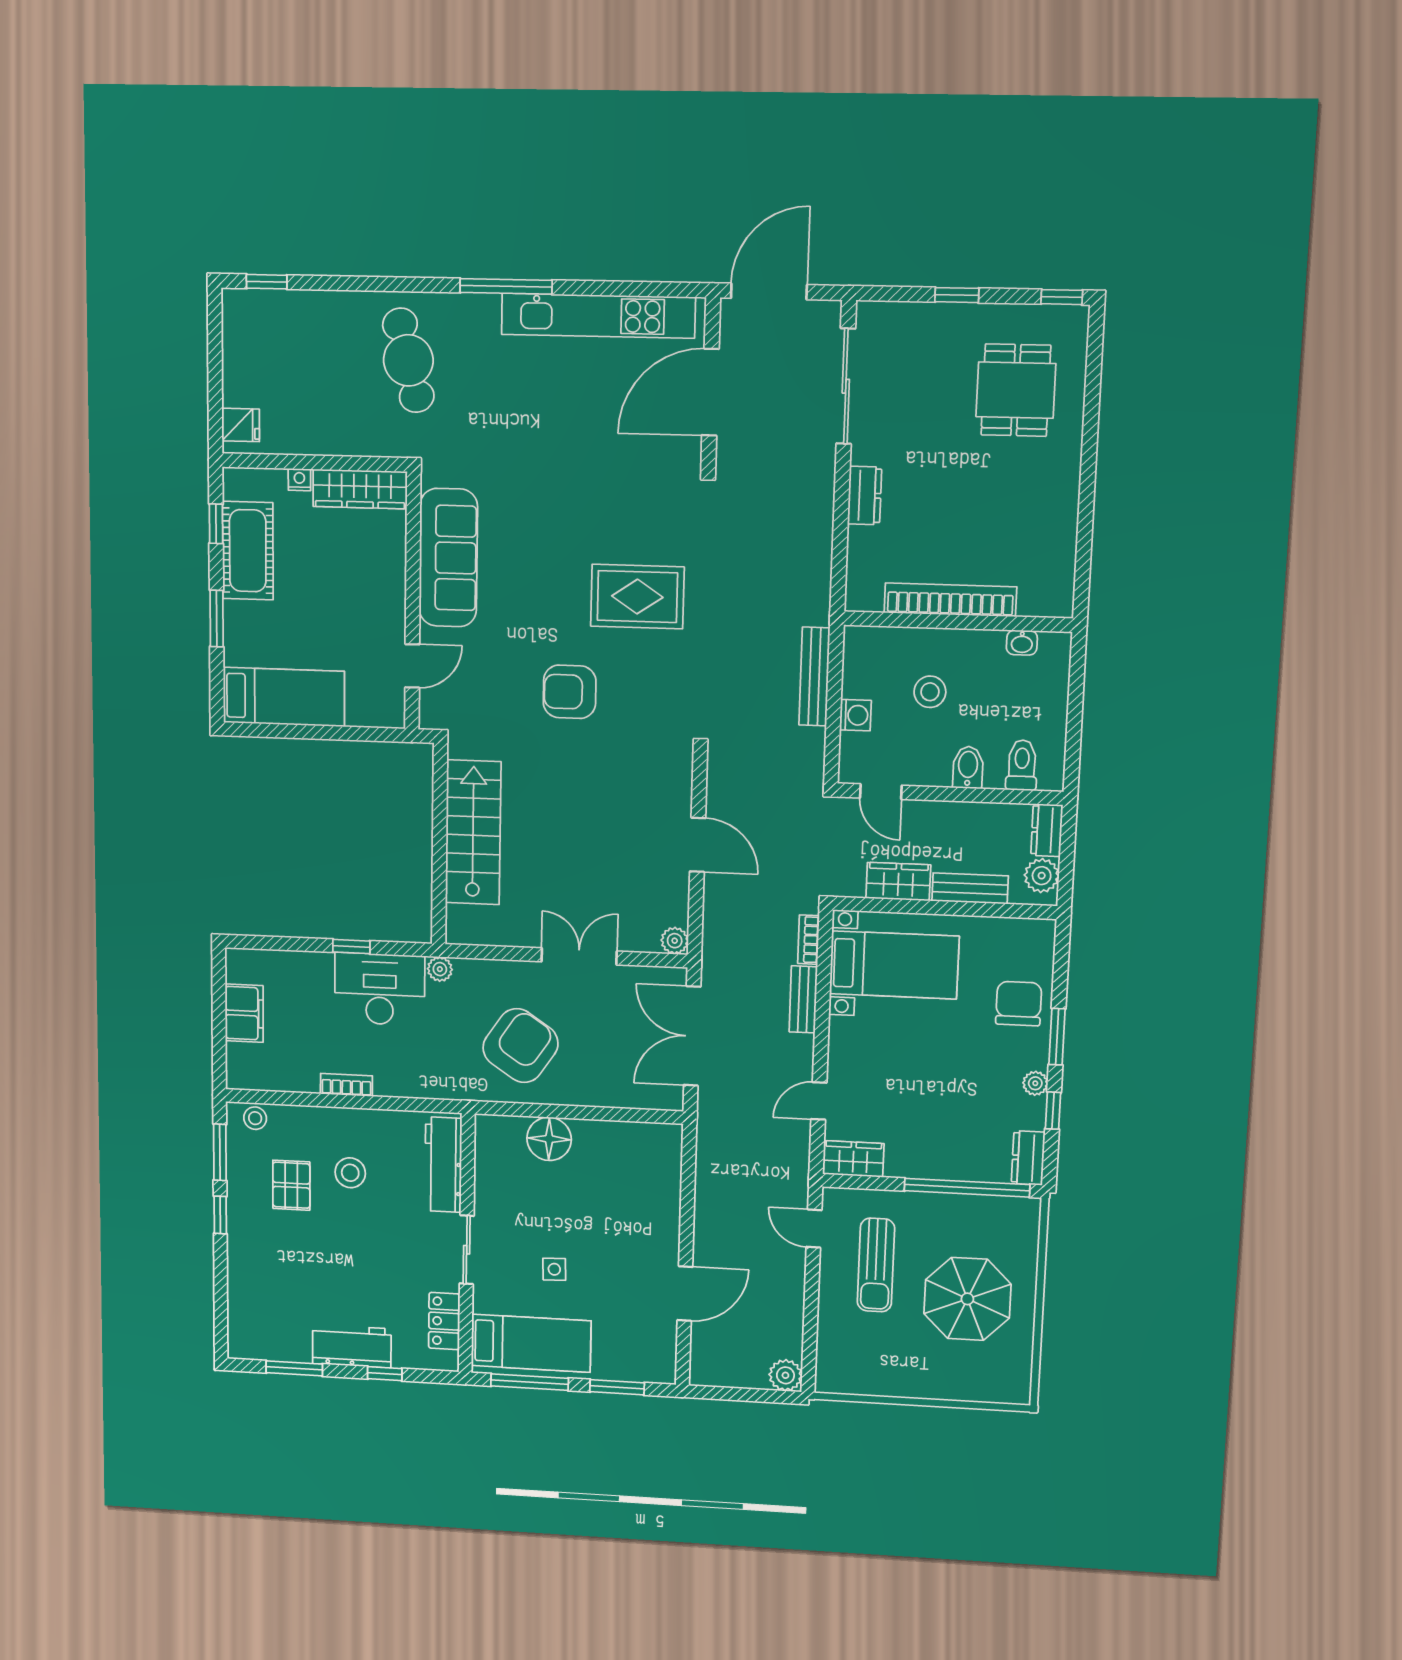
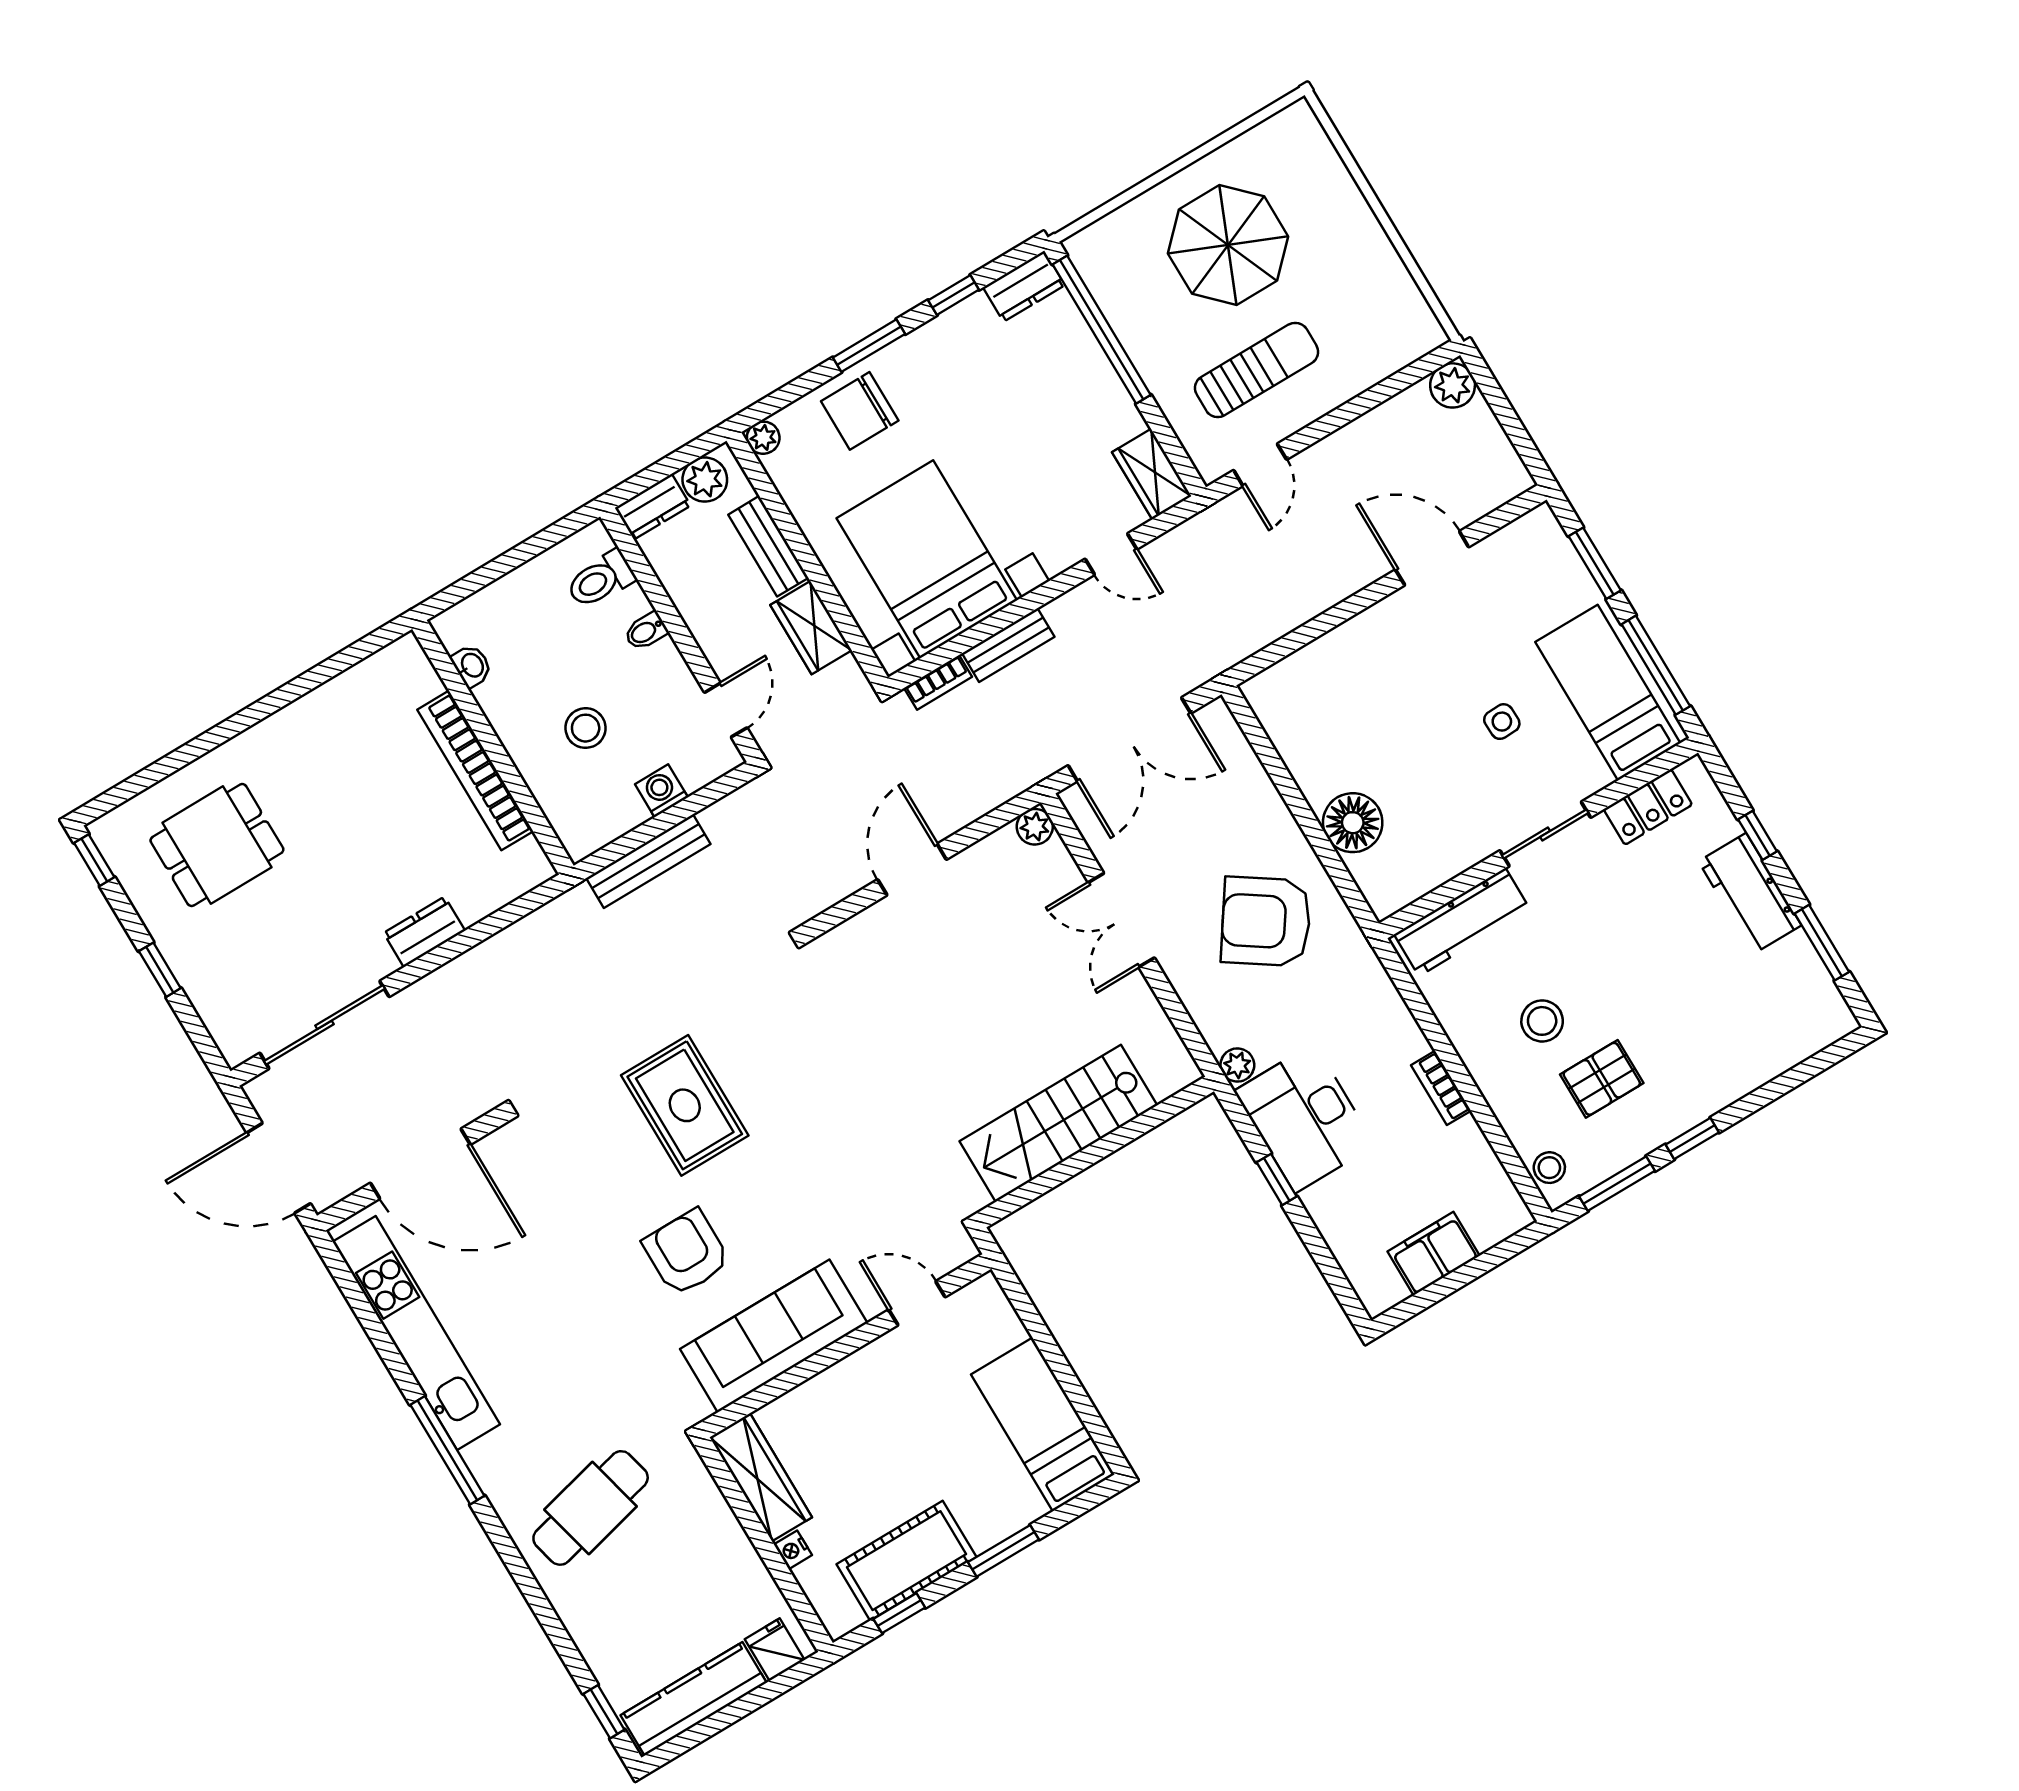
kitchen counter: (240, 349) -> (694, 1699), added
armchair: (570, 692) -> (686, 1253), moved, turned 180
bidet: (968, 767) -> (646, 631), width x0.72, depth x0.74
bed with nightstands: (894, 965) -> (927, 559), width x1.36
plant: (1035, 1083) -> (763, 438), moved

